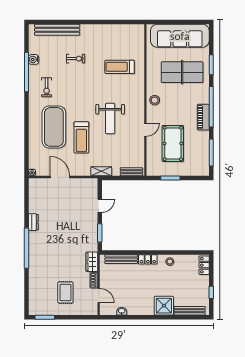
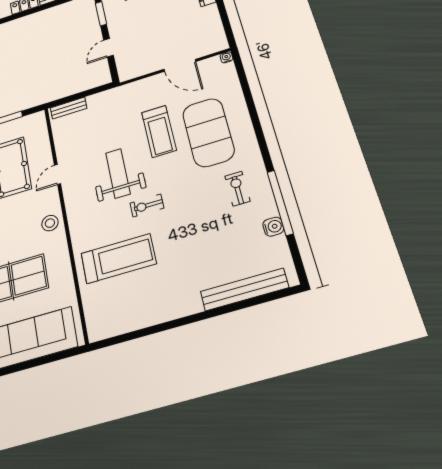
exercise bike: (76, 59) -> (147, 206), moved
treadmill: (120, 67) -> (118, 259), width x1.37, depth x1.38
treadmill: (81, 137) -> (159, 131), turned 180
shelving: (101, 171) -> (116, 94), removed

